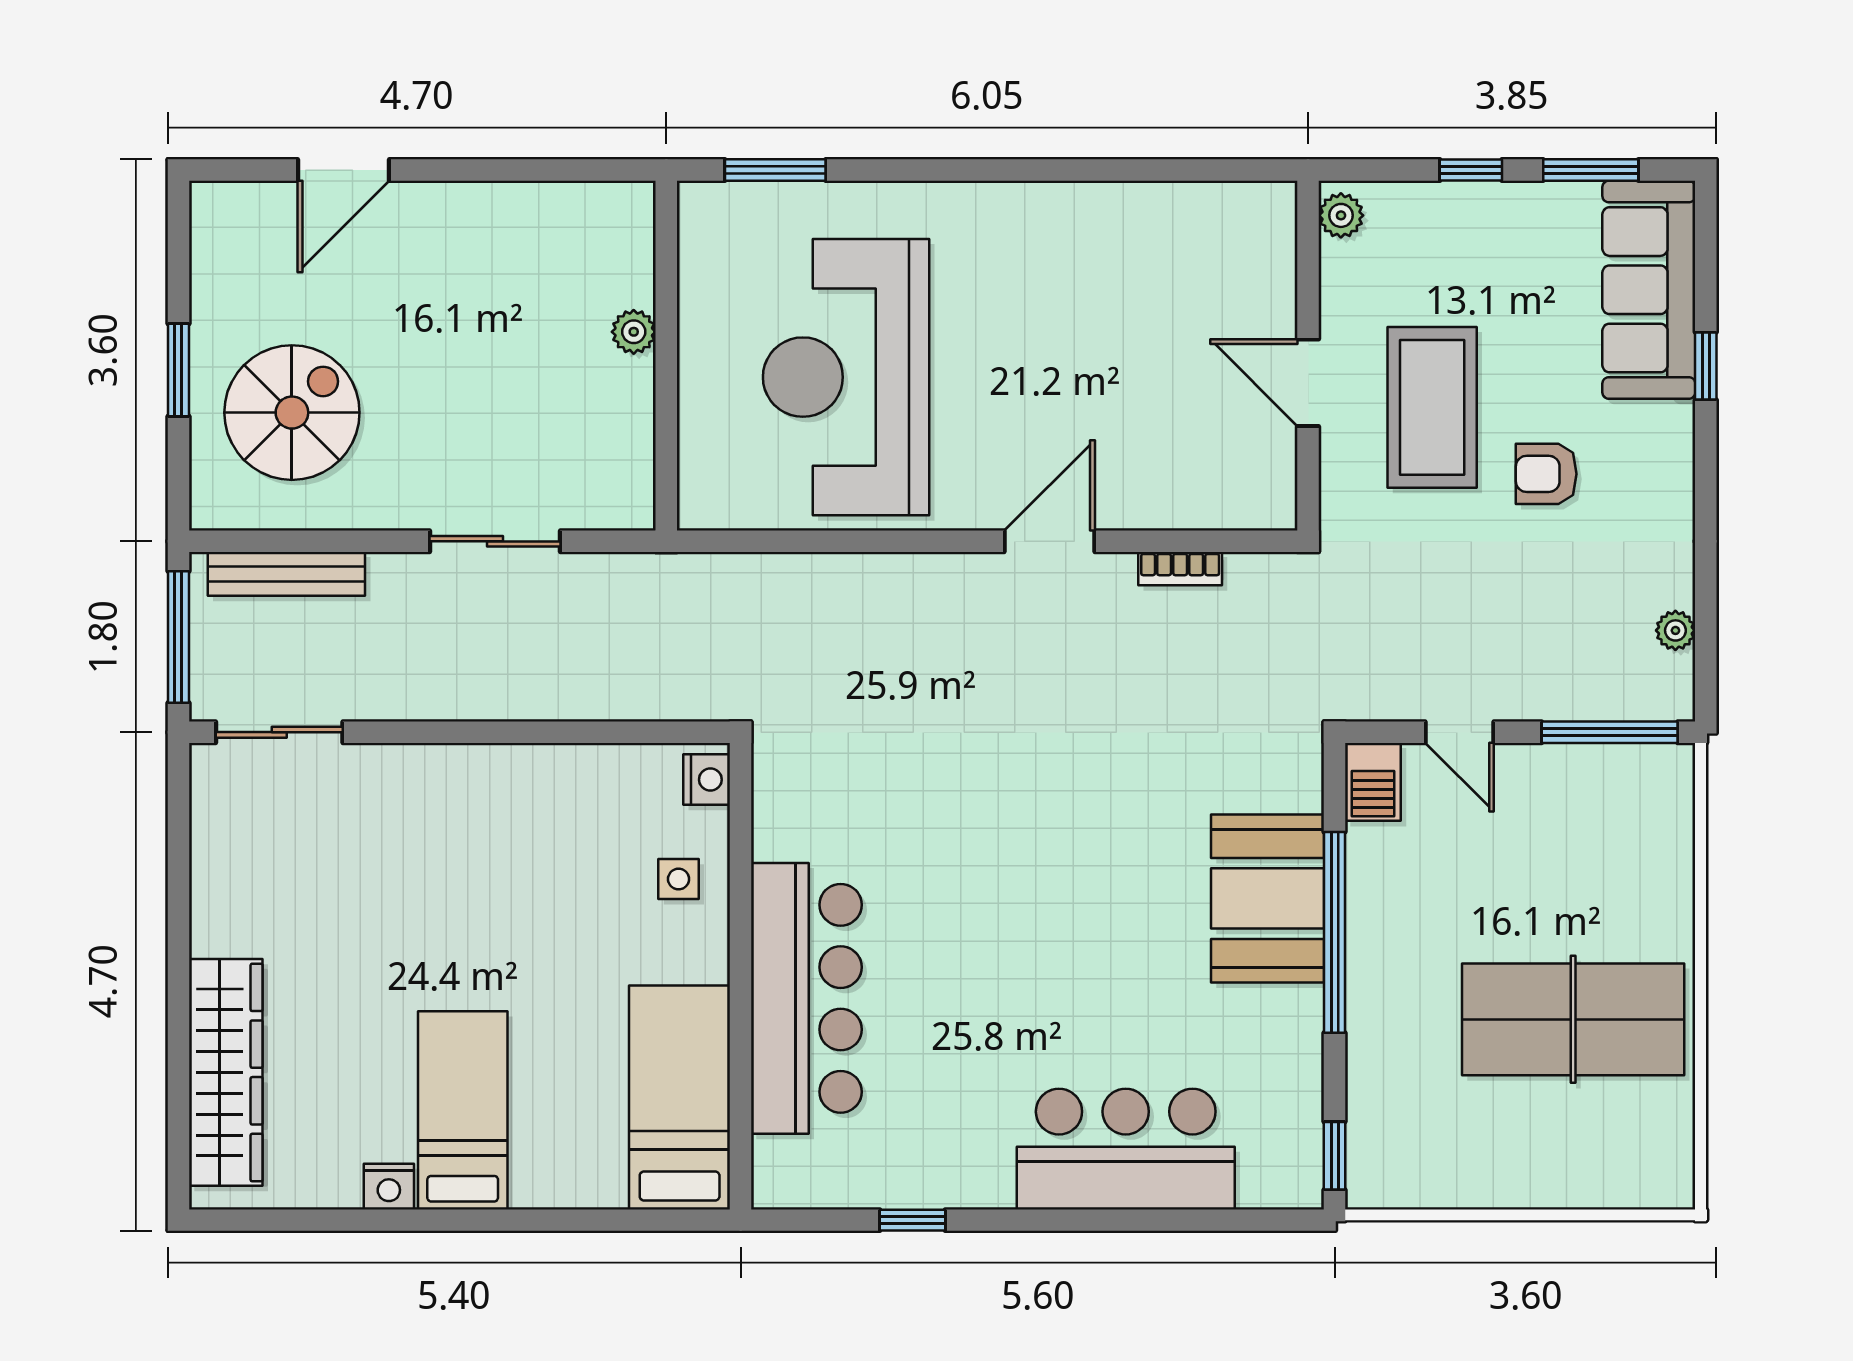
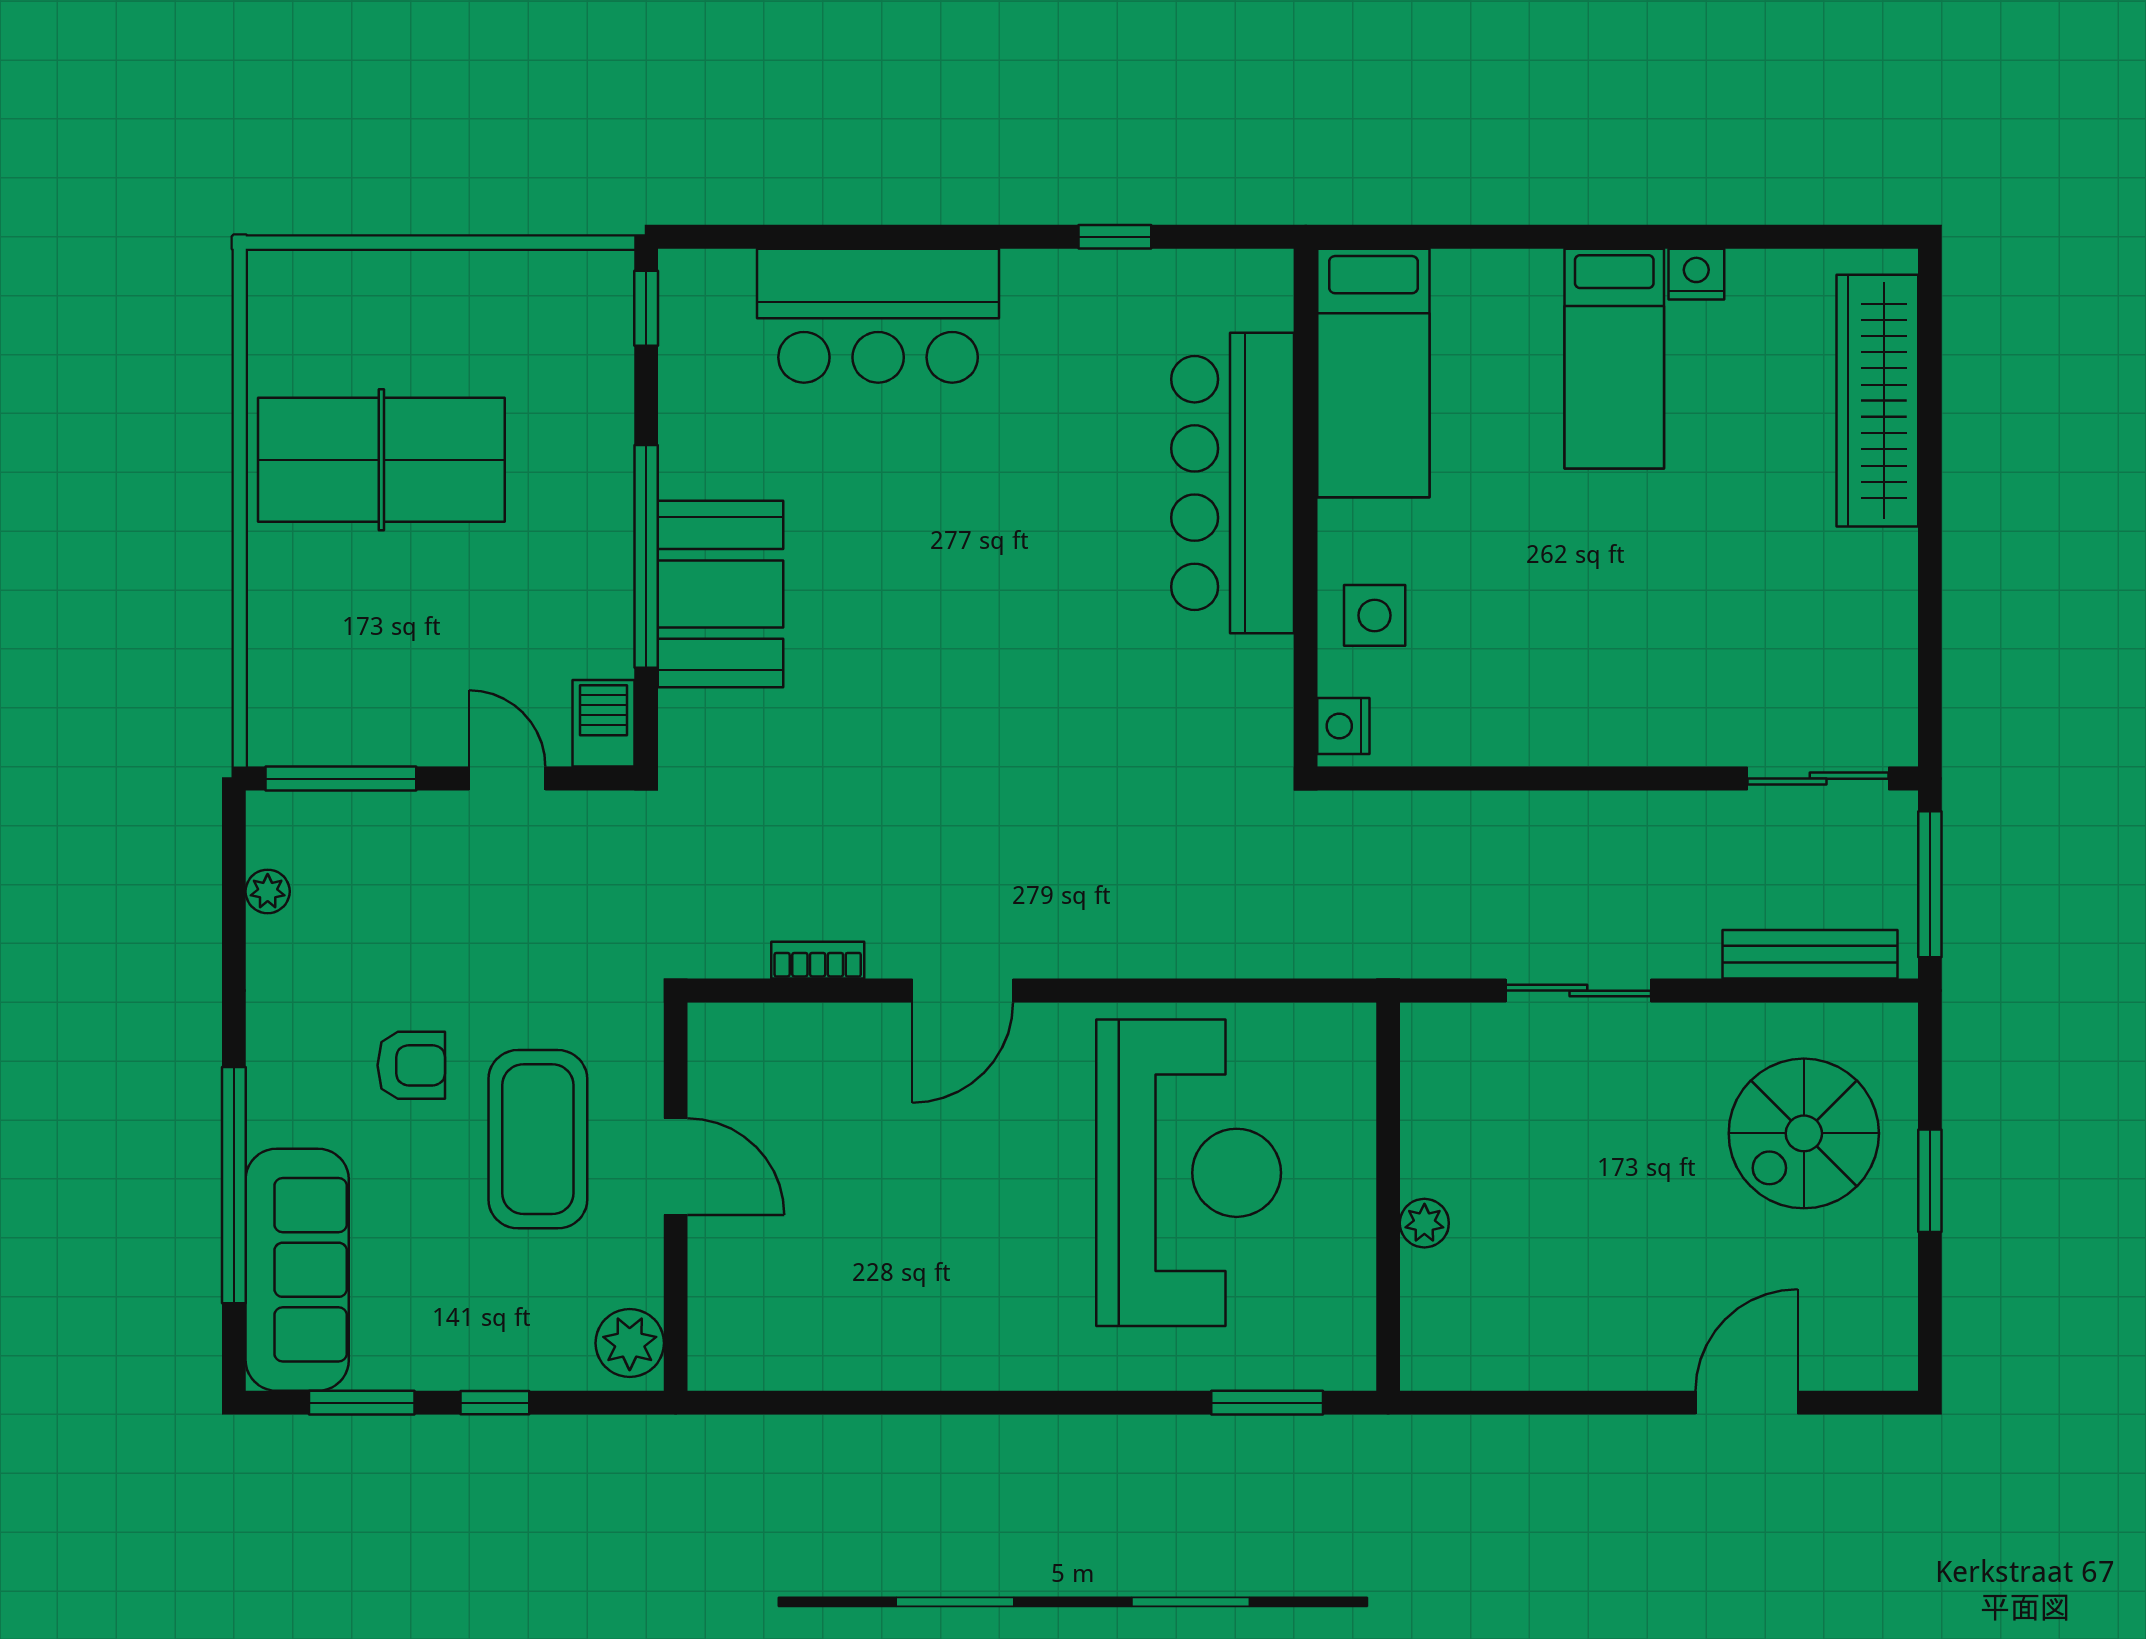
plant: (1341, 215) -> (630, 1343), width x1.38, depth x1.38
window: (1706, 366) -> (234, 1185), width x3.17
side table: (679, 879) -> (1375, 615), width x1.37, depth x1.37

